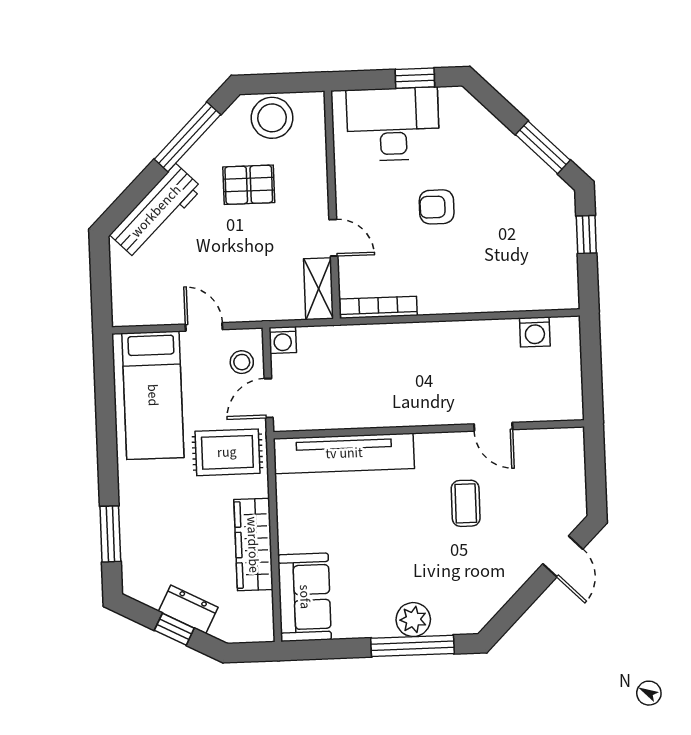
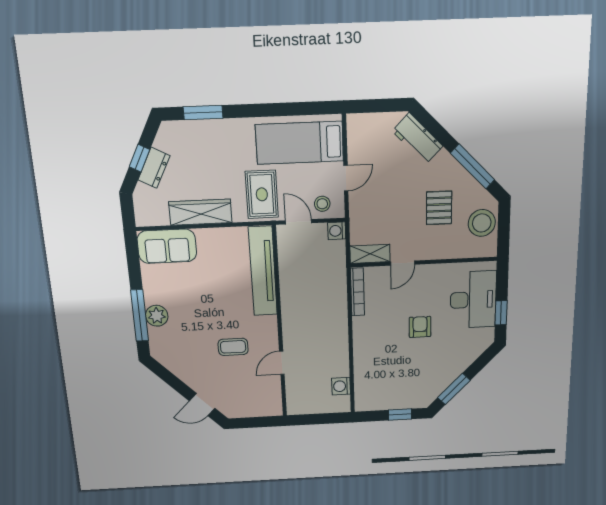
workbench: (156, 211) -> (418, 139), width x0.73

